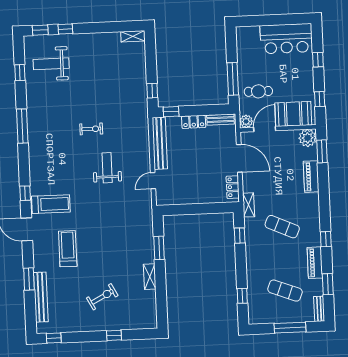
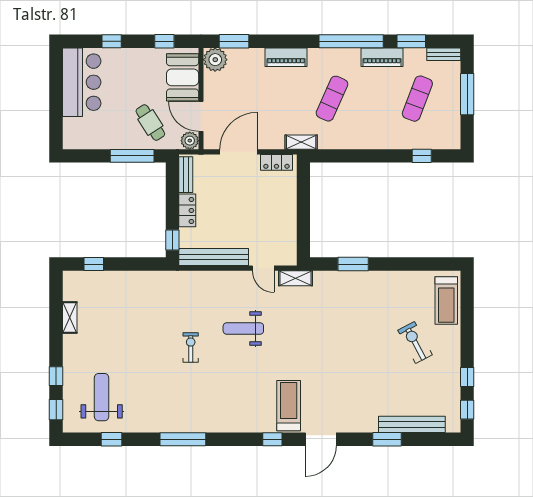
shelving: (133, 36) -> (70, 317), moved
weight bench: (51, 64) -> (102, 397), turned 180
window: (152, 91) -> (94, 264), moved
cafe table: (258, 91) -> (150, 123), turned -33
piano: (311, 177) -> (286, 57), moved
window: (240, 236) -> (341, 156), removed
window: (326, 239) -> (351, 41), width x3.17
treadmill: (68, 249) -> (446, 300), moved, turned -90
shelving: (150, 277) -> (296, 278), moved
window: (114, 335) -> (467, 377), moved

